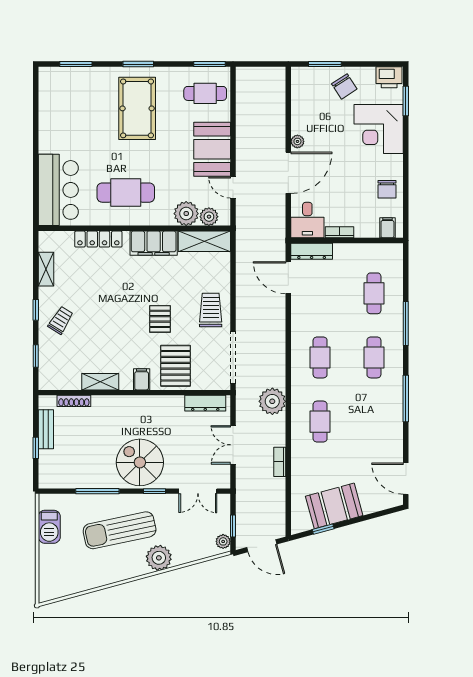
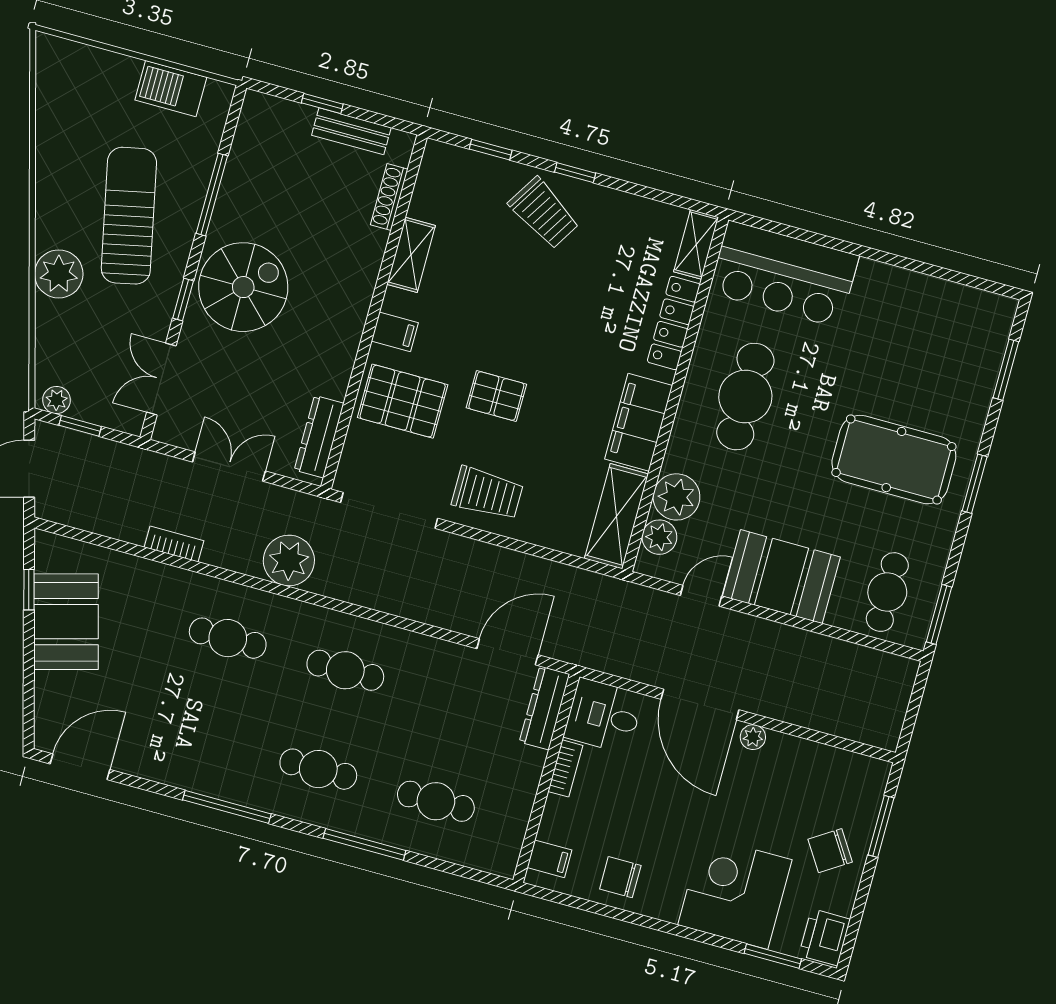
shelving: (46, 269) -> (696, 244), moved, turned 90
trolley: (61, 320) -> (544, 213), width x1.36, depth x1.39

